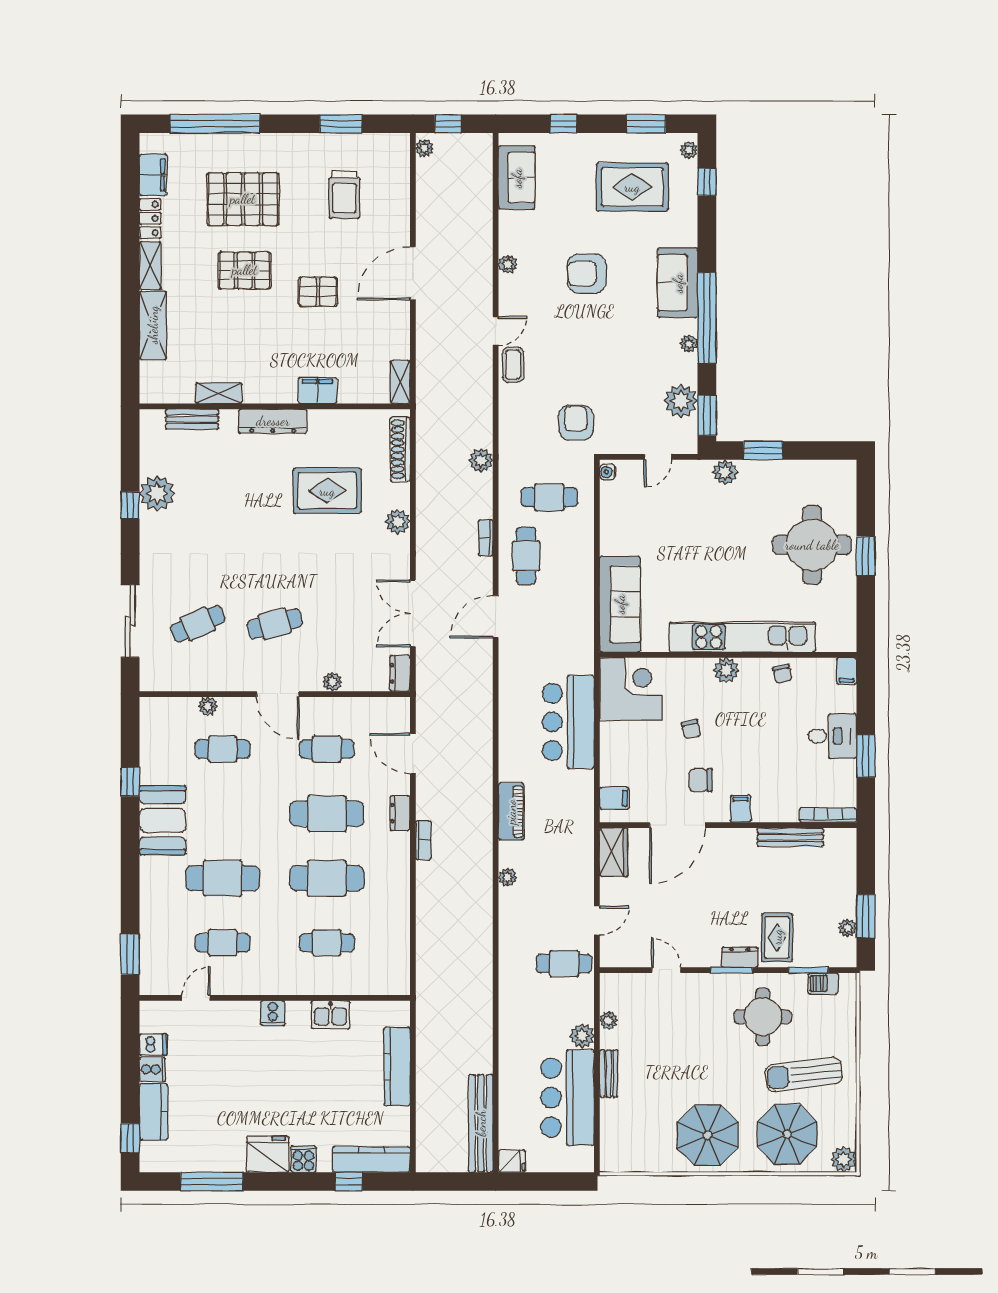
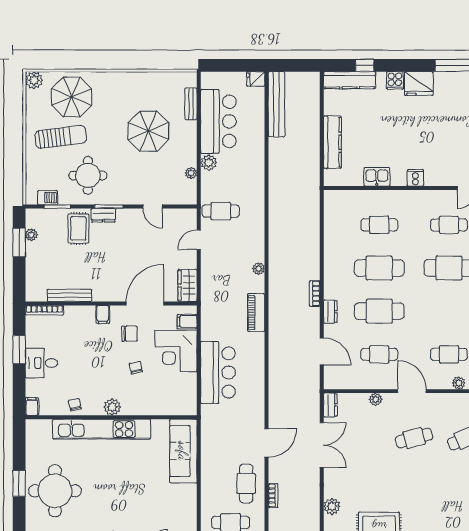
corner desk: (631, 689) -> (176, 351), moved
bench: (609, 1074) -> (191, 104), moved
parasol: (708, 1135) -> (148, 131), moved

